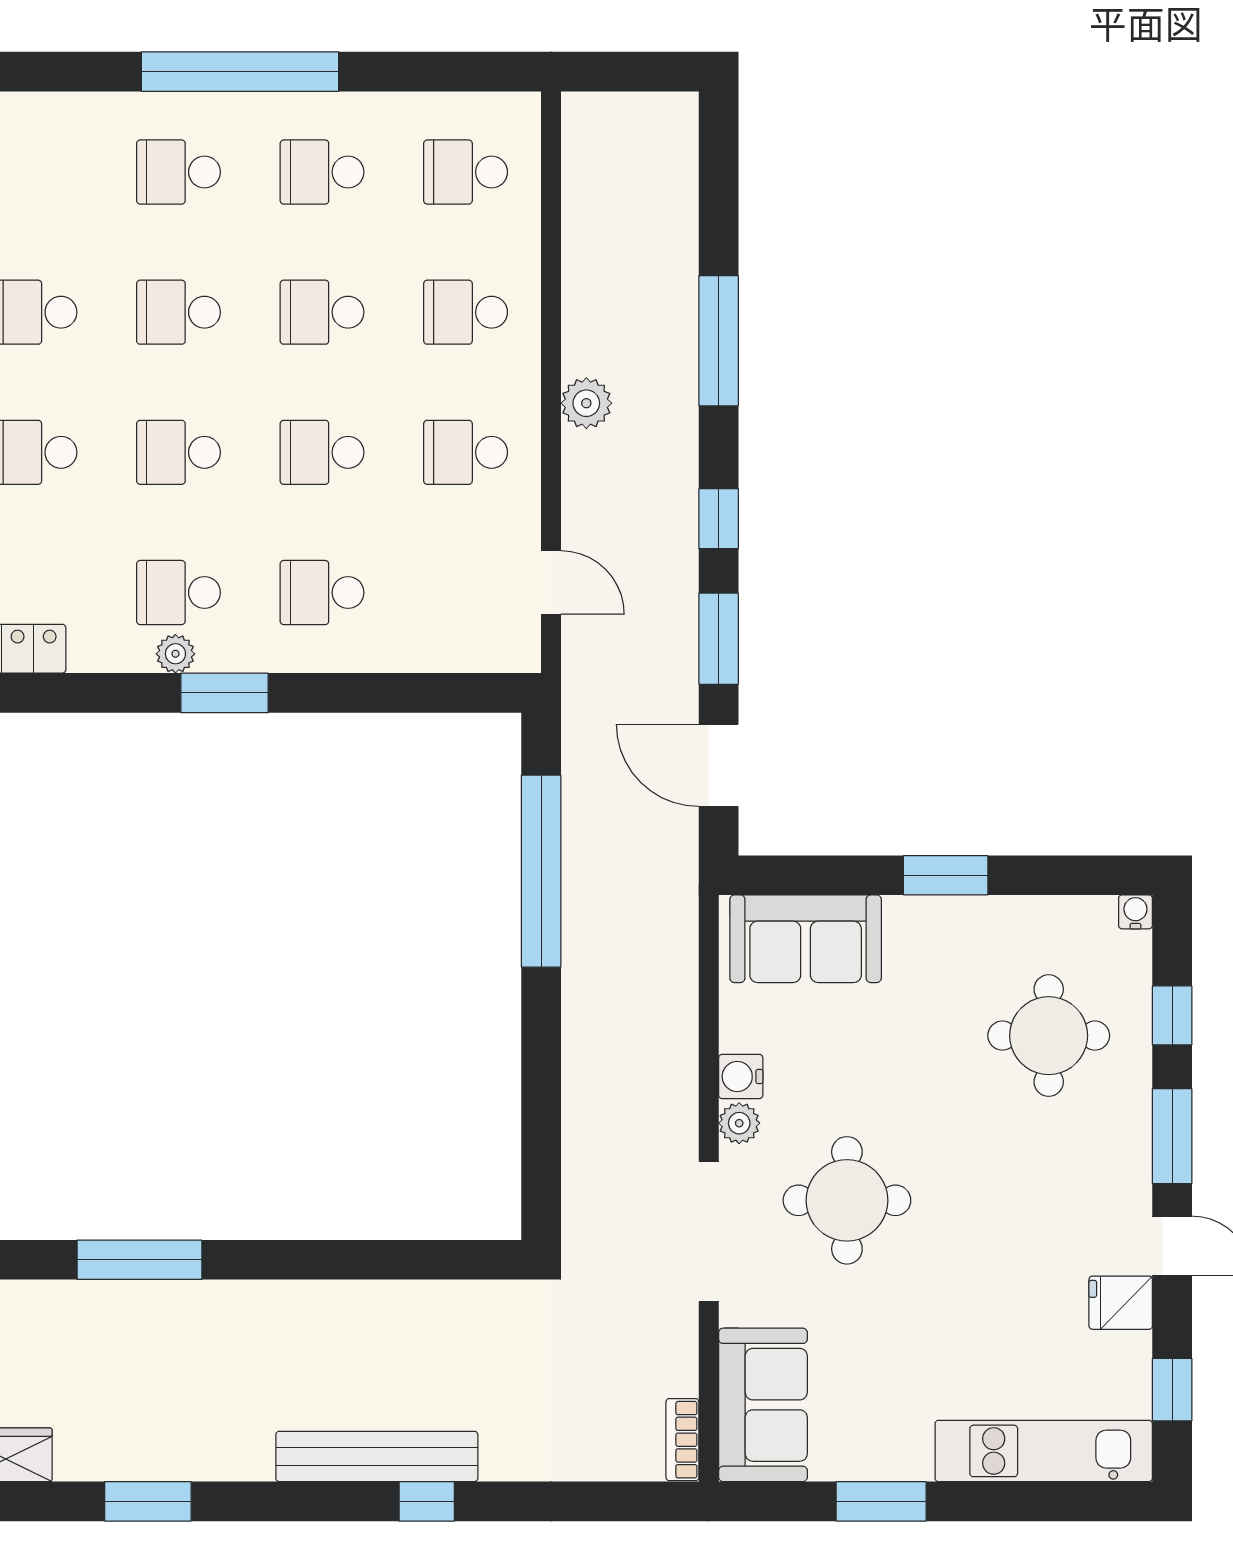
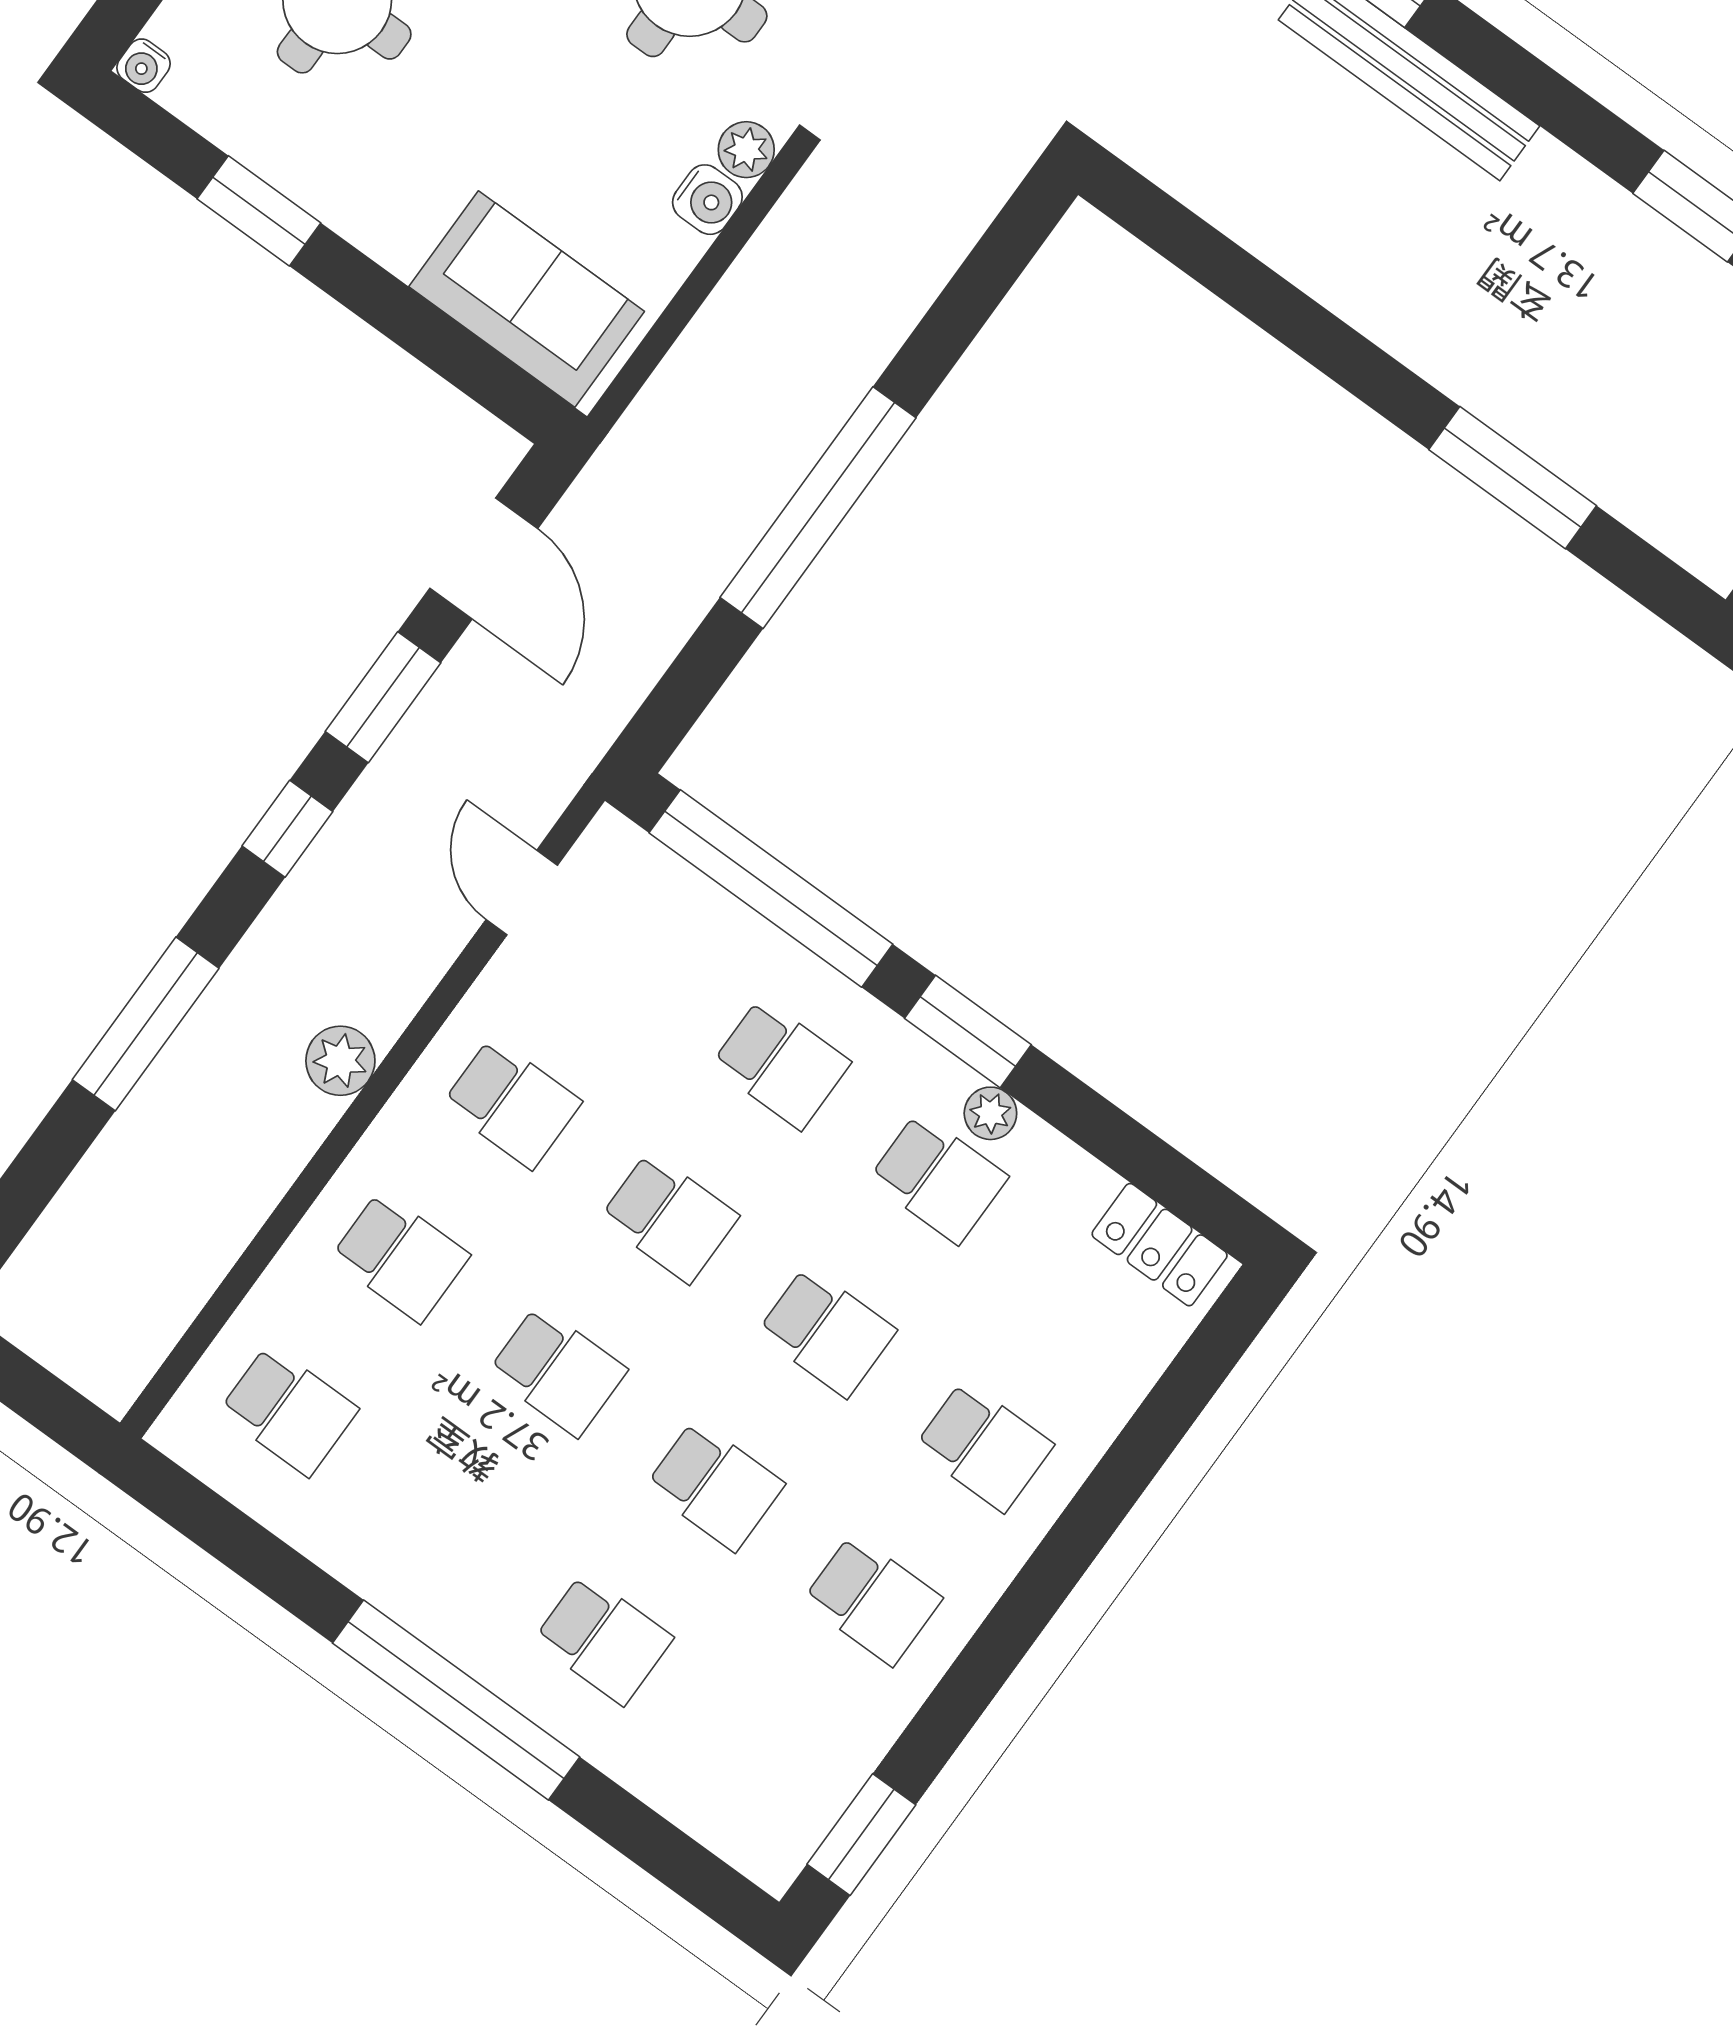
school desk: (322, 172) -> (446, 1525), removed
window: (404, 693) -> (771, 888), added
window: (541, 871) -> (818, 508), moved
window: (946, 875) -> (259, 211), moved

